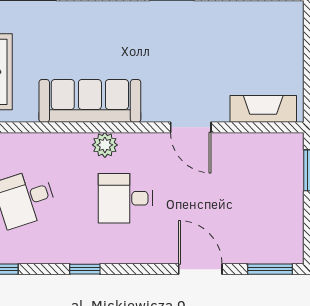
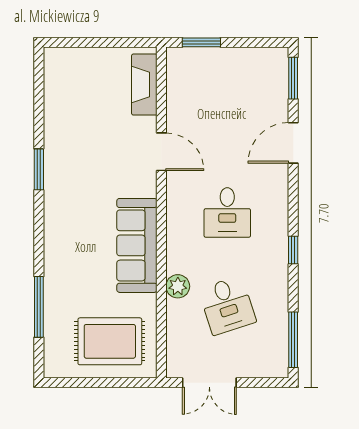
door: (191, 127) -> (161, 152), hinge flipped
plant: (105, 145) -> (178, 286), moved

